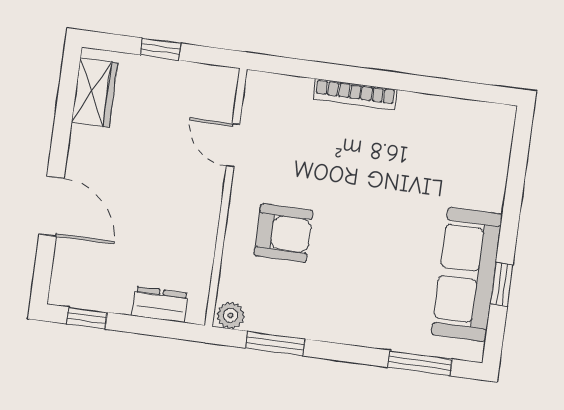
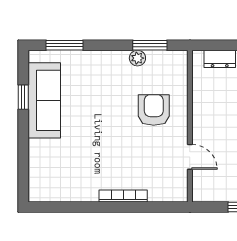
armchair: (284, 233) -> (154, 110), turned 90
plant: (231, 315) -> (137, 58), moved

